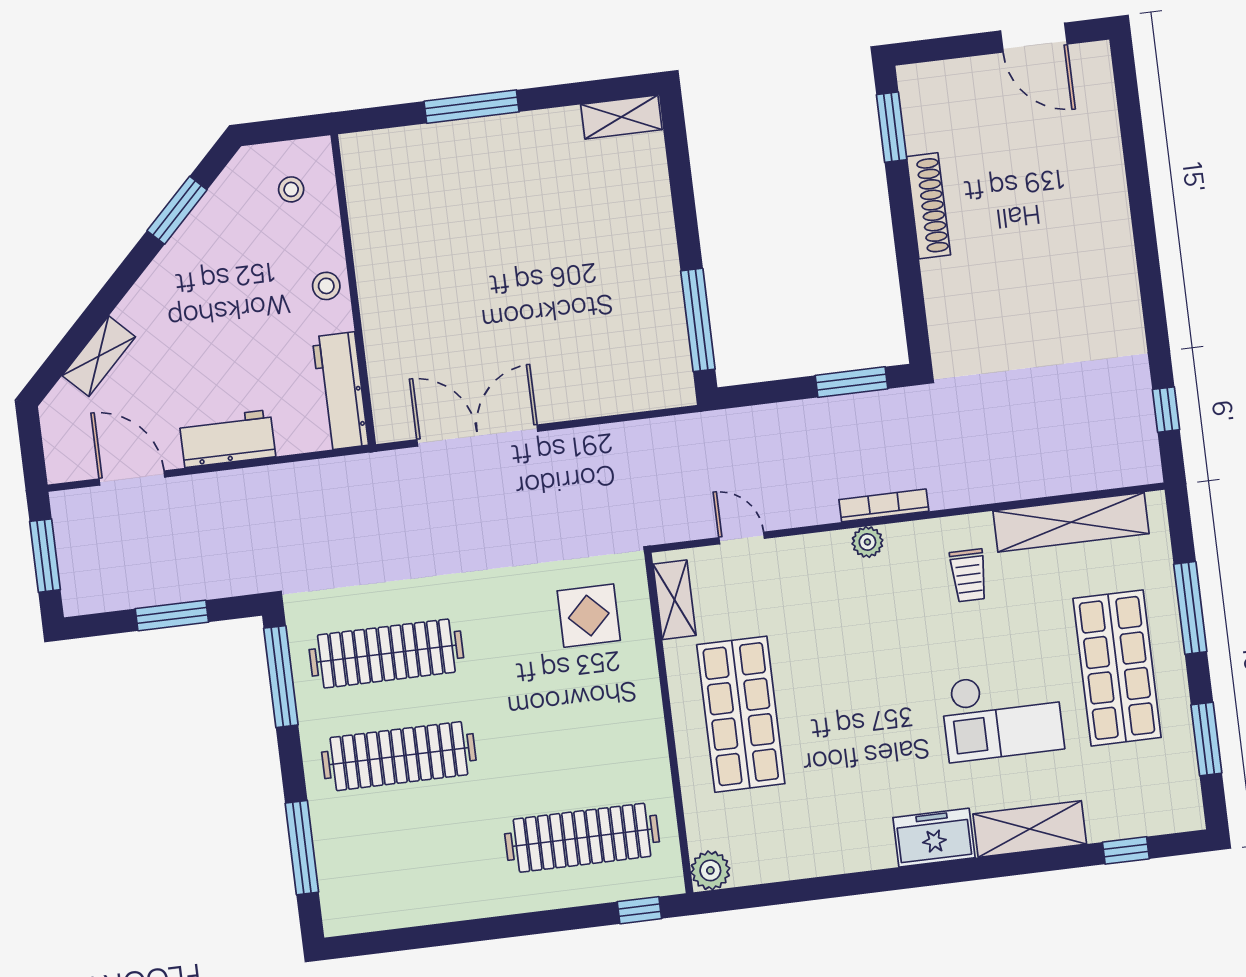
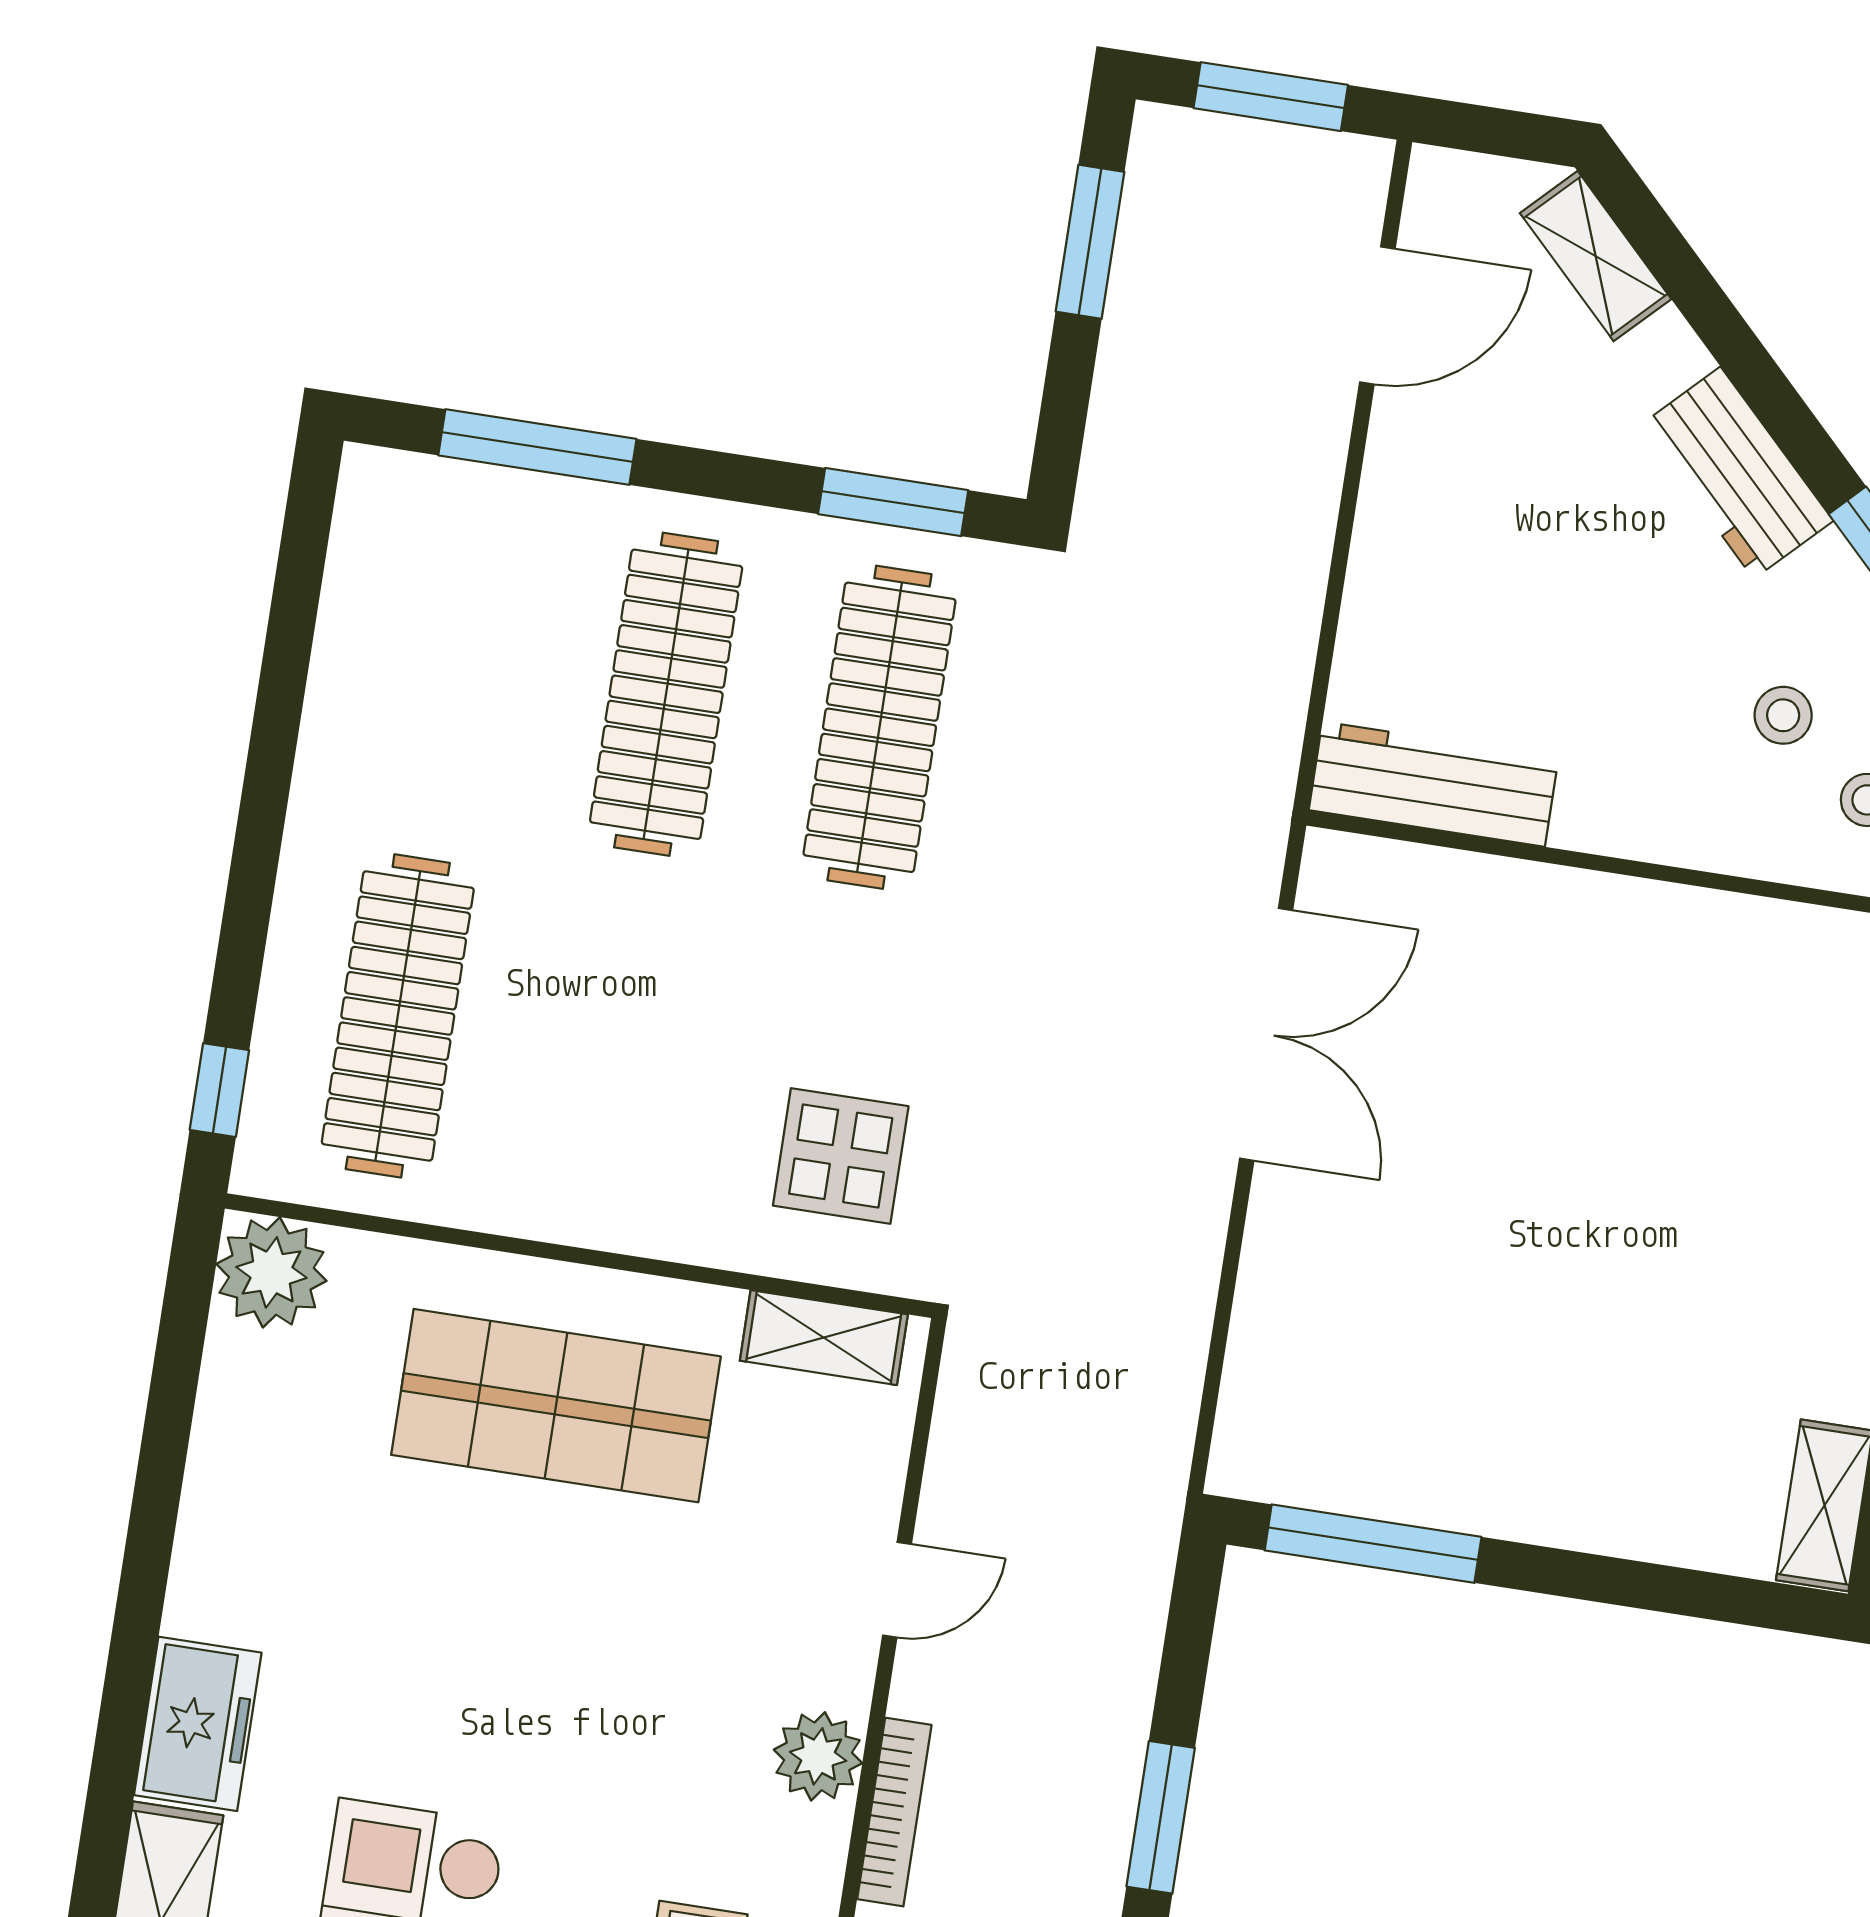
stool: (326, 286) -> (1783, 715), moved
shelving: (99, 356) -> (1596, 256), moved
workbench: (227, 439) -> (1737, 473), moved, turned 135
door: (742, 538) -> (897, 1590), moved
plant: (867, 542) -> (818, 1756), width x1.38, depth x1.38
window: (172, 615) -> (1090, 242), moved
window: (281, 677) -> (893, 502), width x0.69
plant: (710, 870) -> (271, 1272), width x1.36, depth x1.36

